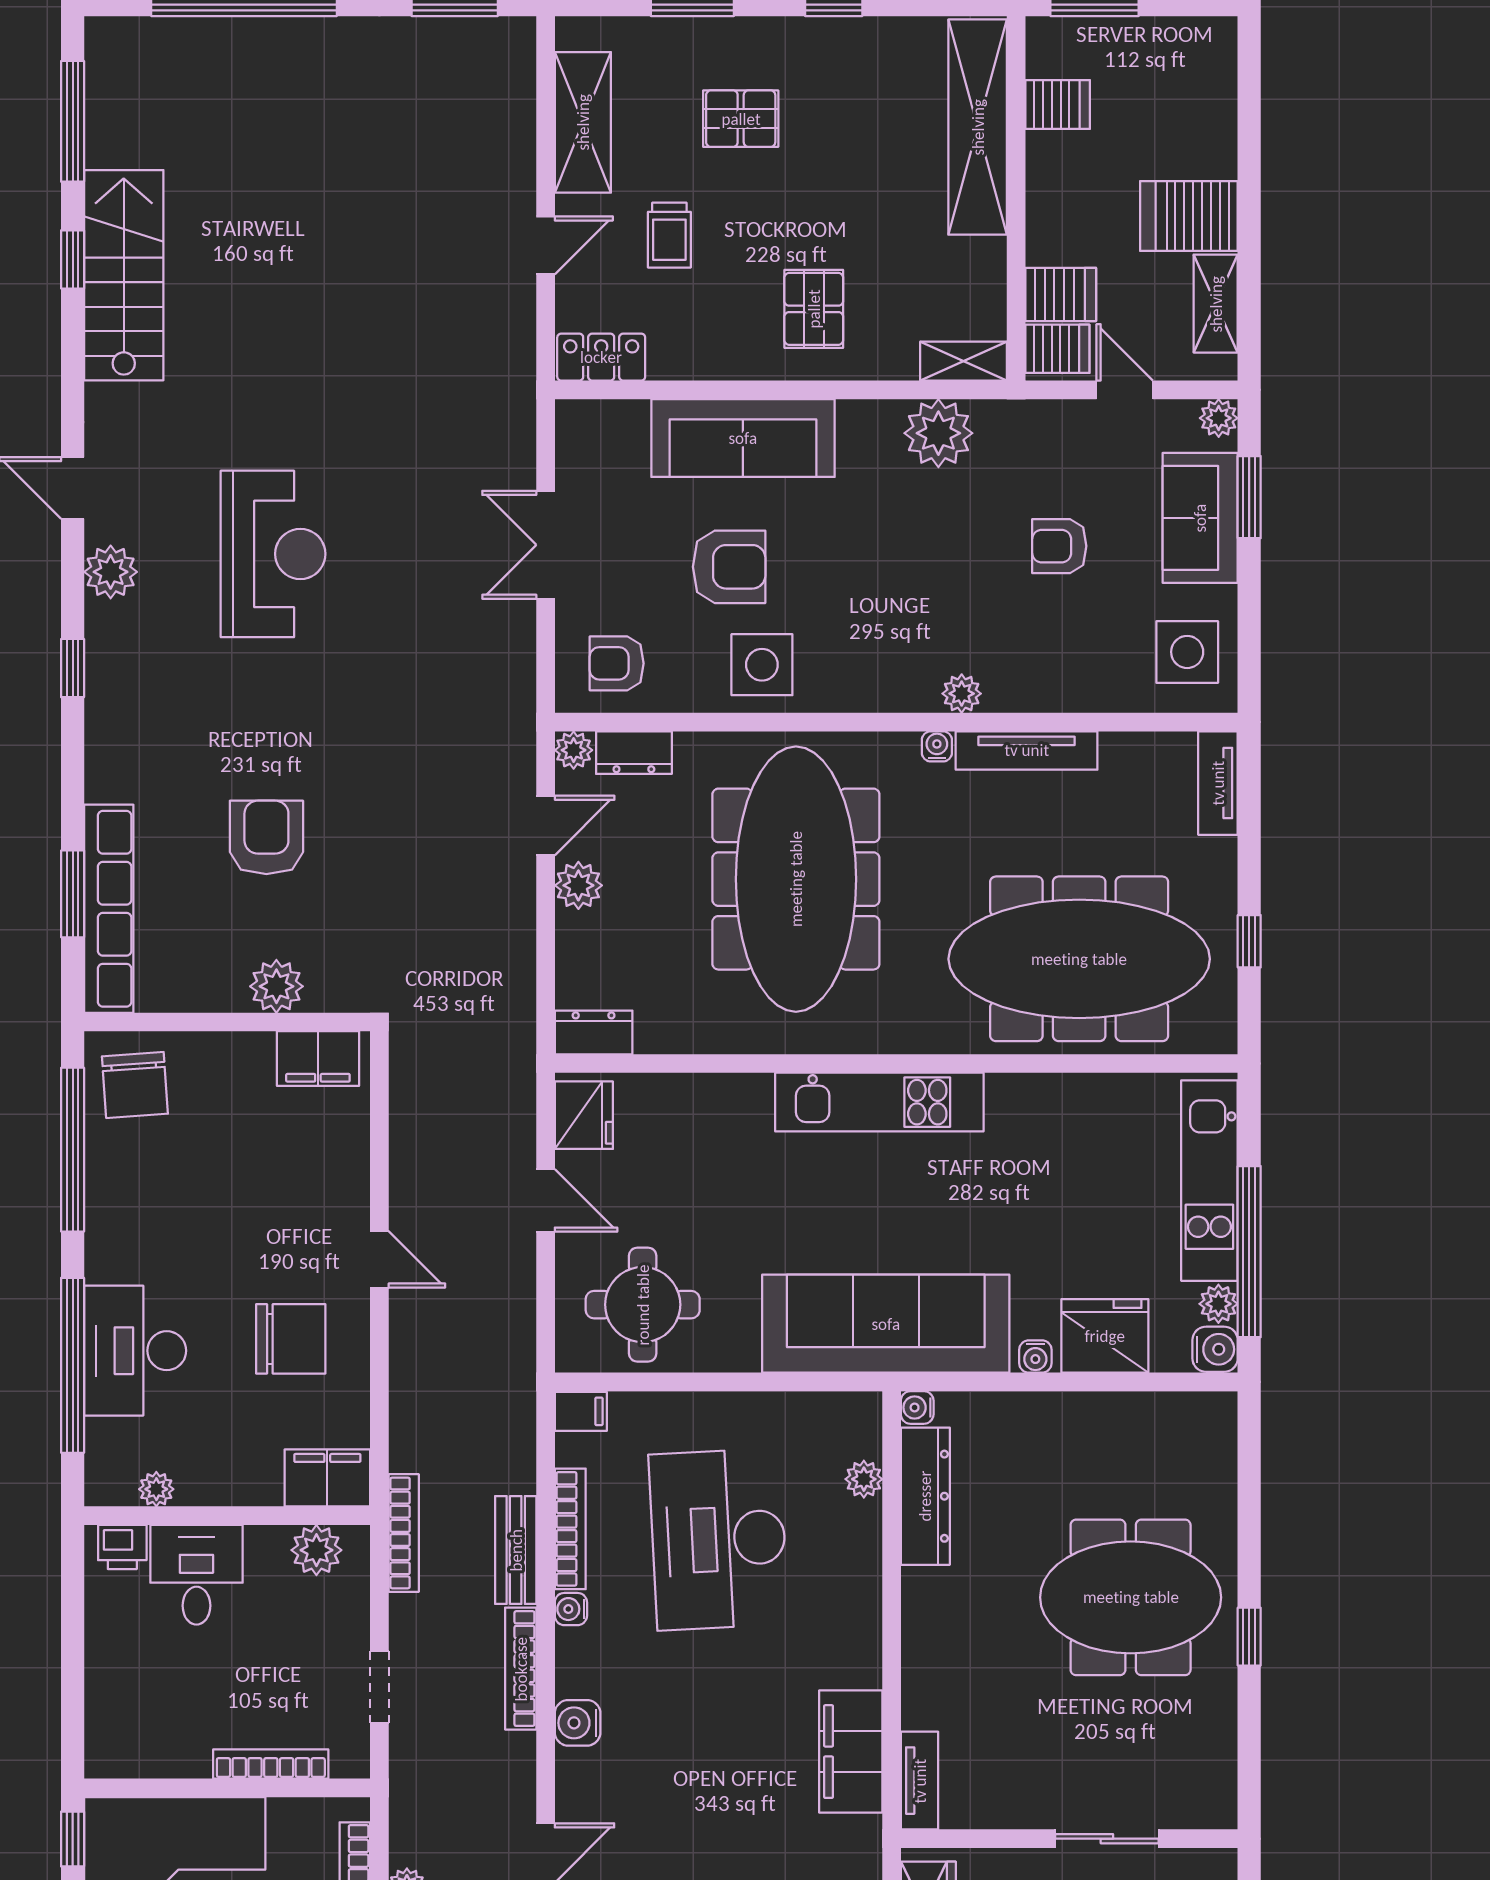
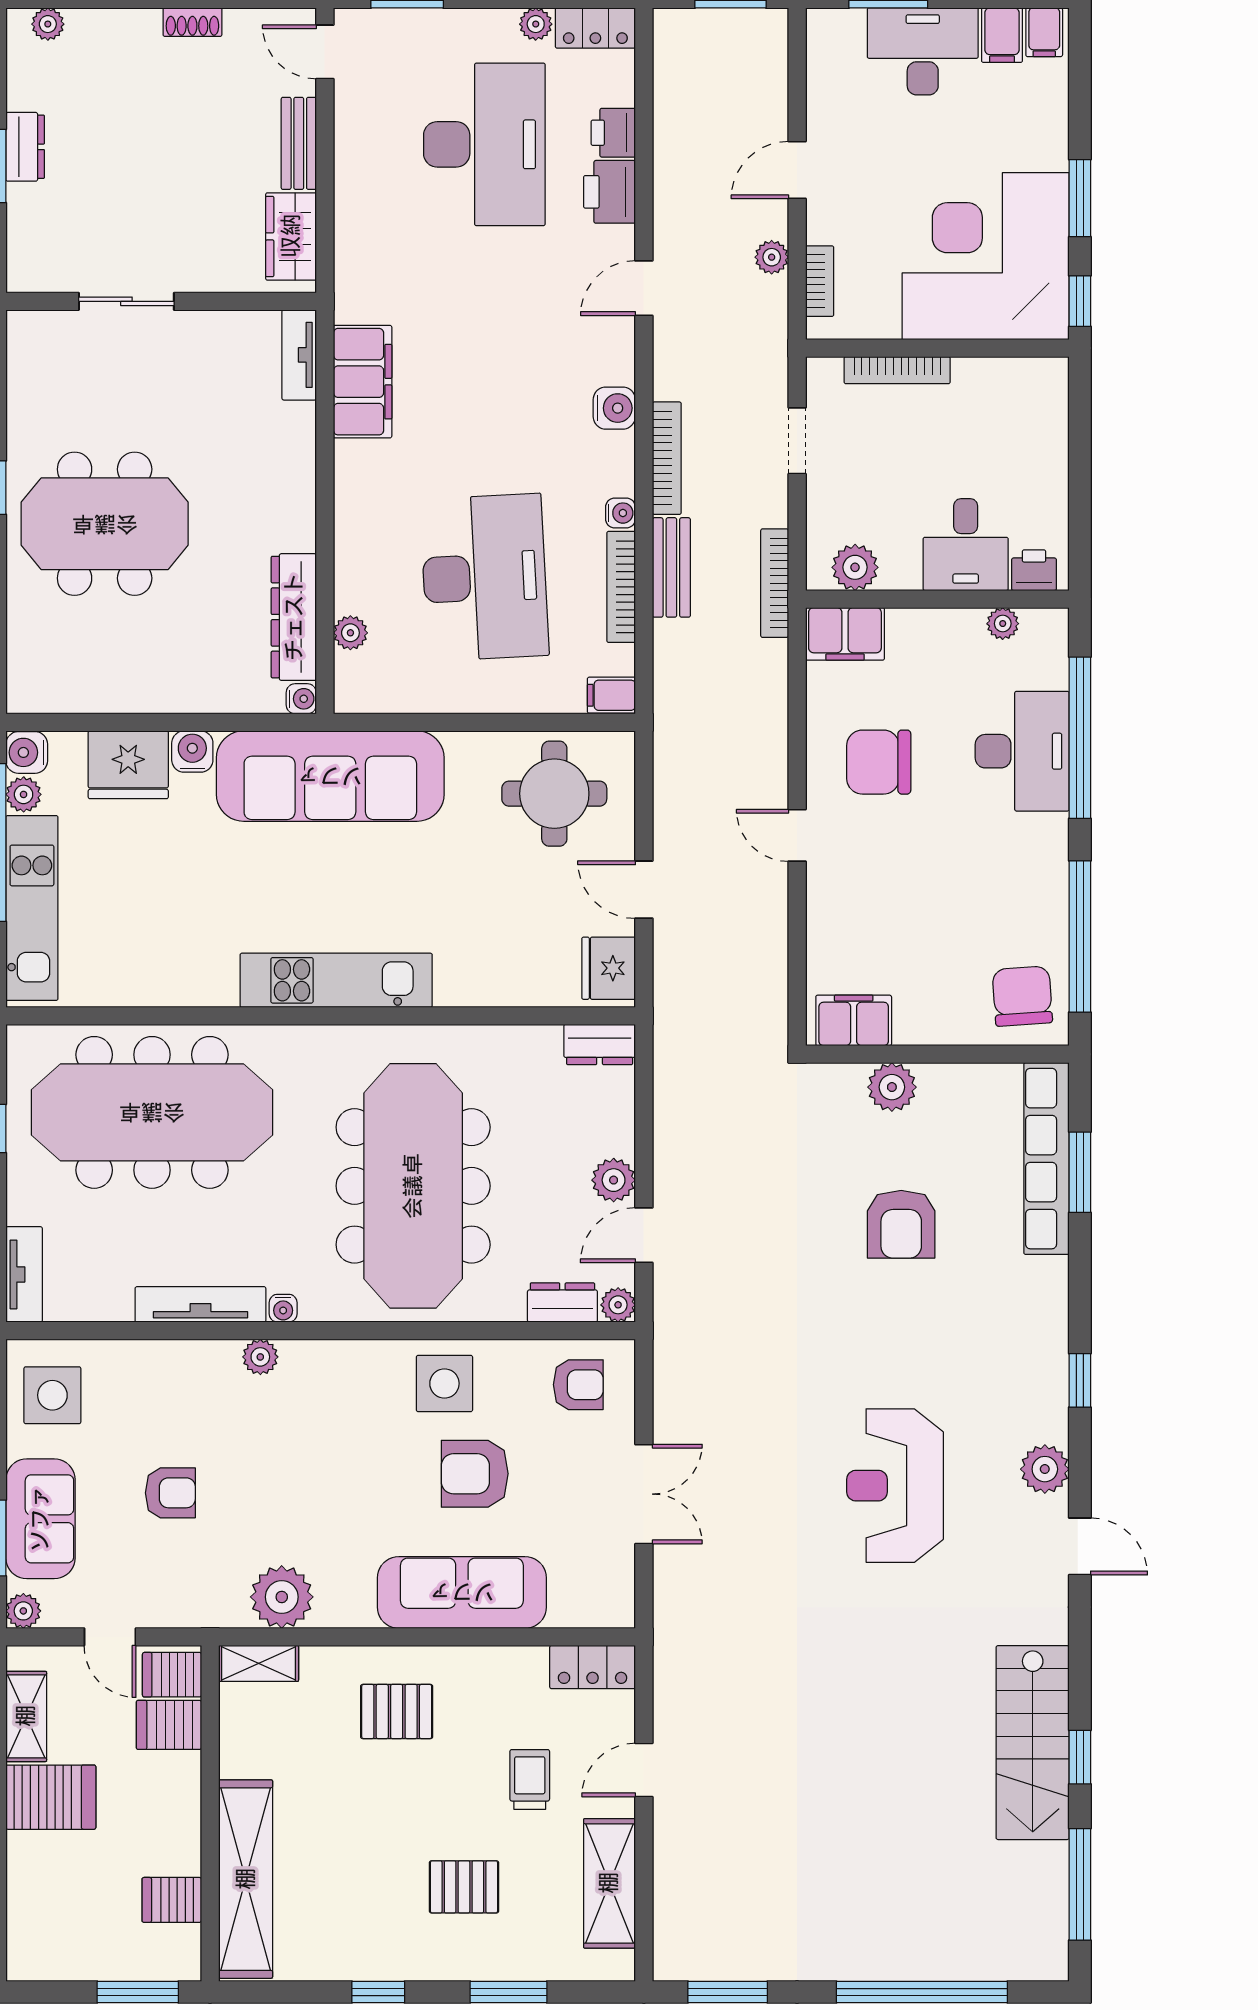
pallet: (814, 309) -> (397, 1712), turned 90
water cooler: (1035, 1356) -> (192, 752), width x1.38, depth x1.38

